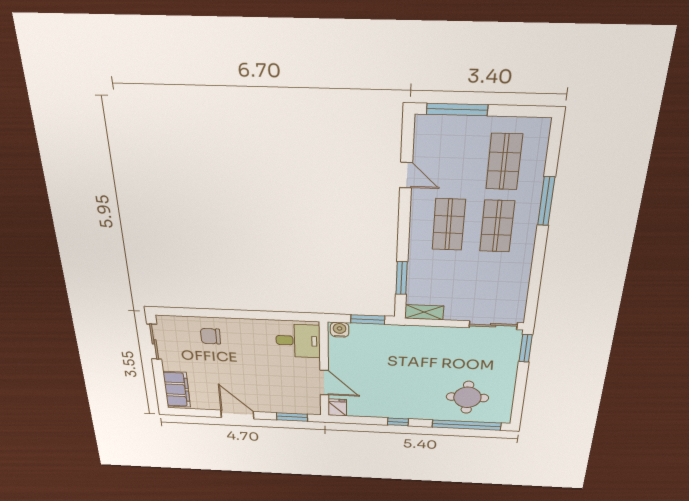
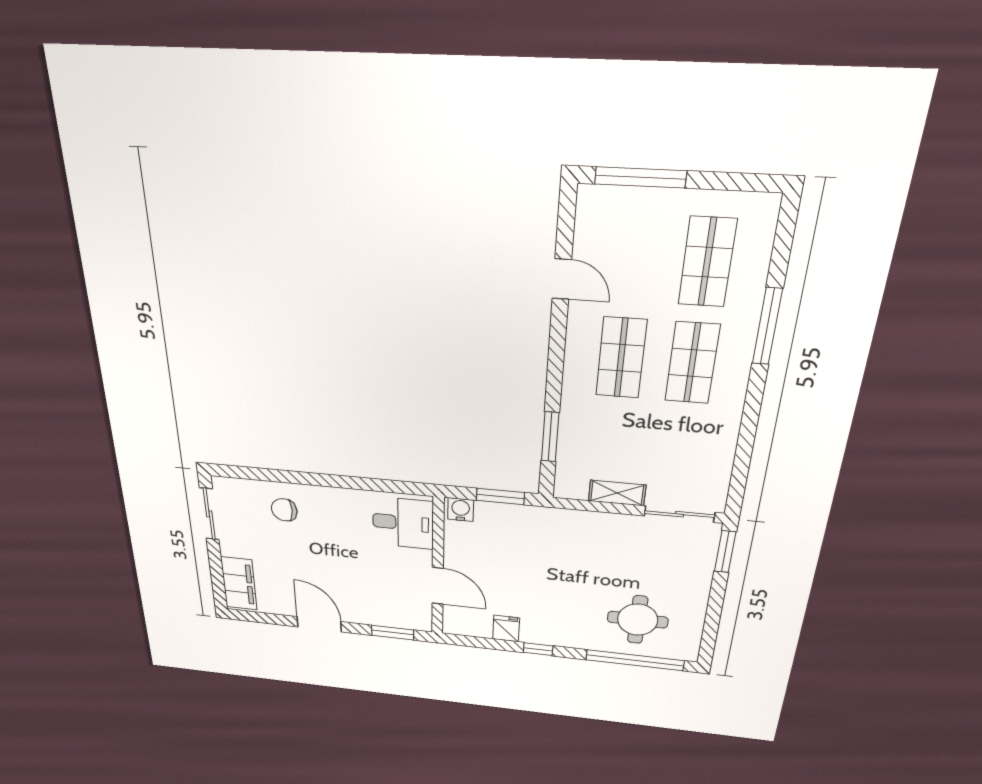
shelving: (424, 312) -> (617, 493), moved
fridge: (337, 407) -> (506, 629), moved

